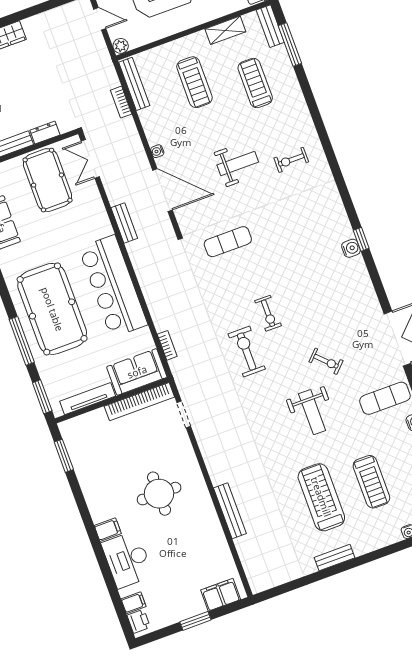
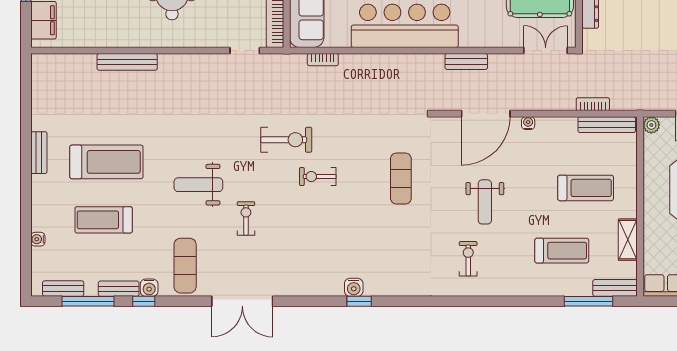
treadmill: (194, 82) -> (586, 188), turned 180
exercise mat: (228, 242) -> (401, 179), moved
exercise bike: (326, 361) -> (246, 218), turned 135

